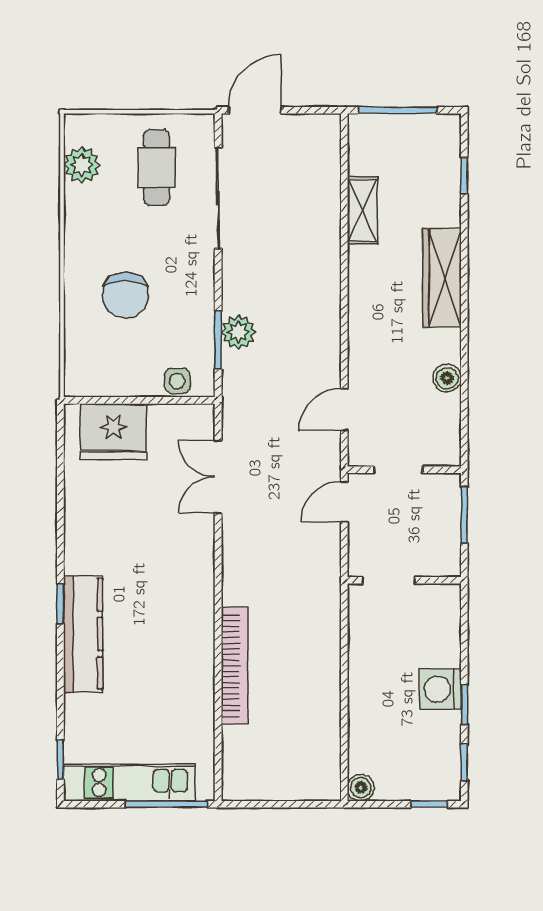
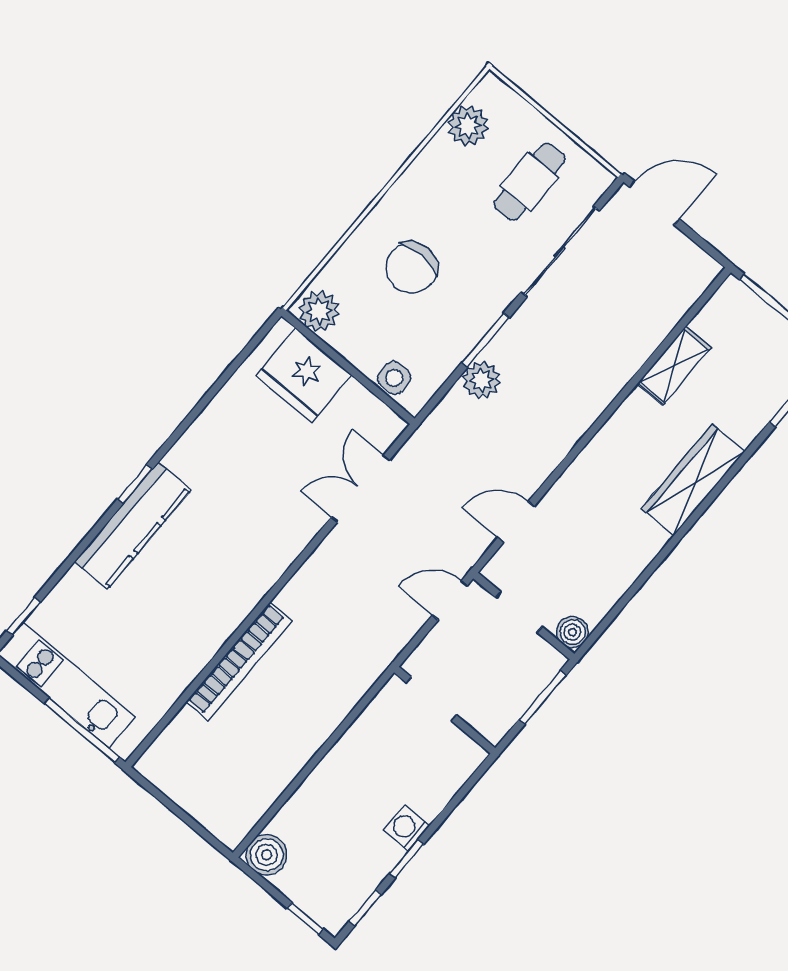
window: (218, 340) -> (485, 340), moved
boiler: (447, 378) -> (572, 632), moved
plant: (87, 379) -> (319, 311), added
washing machine: (441, 689) -> (406, 828), width x0.73, depth x0.73
boiler: (361, 788) -> (267, 855), width x1.36, depth x1.36

